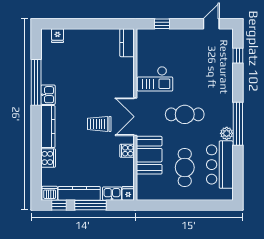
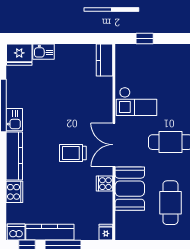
fridge: (58, 36) -> (19, 55), width x1.88, depth x1.34
kitchen sink: (112, 194) -> (44, 52), moved, turned 180

